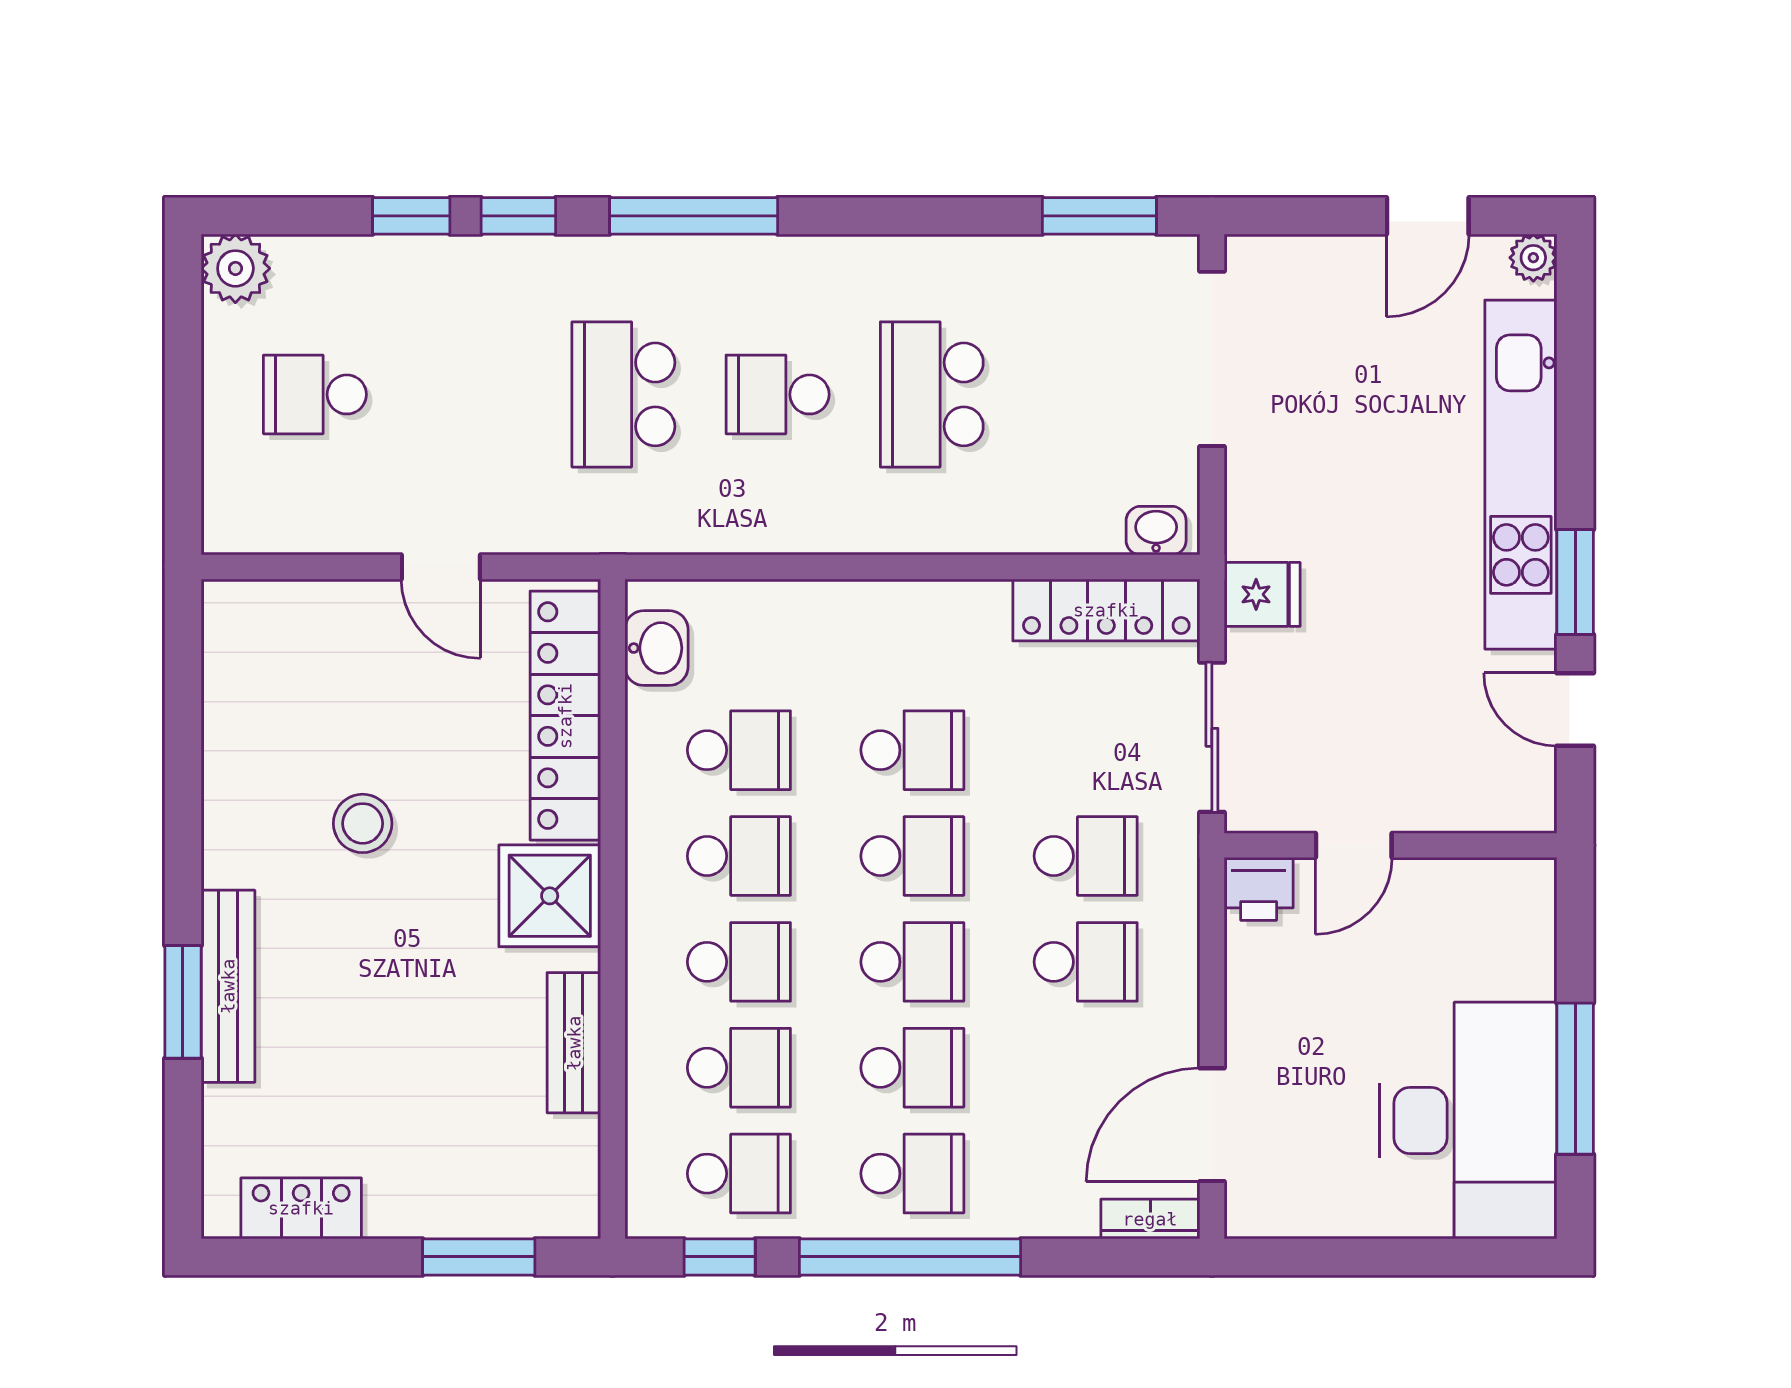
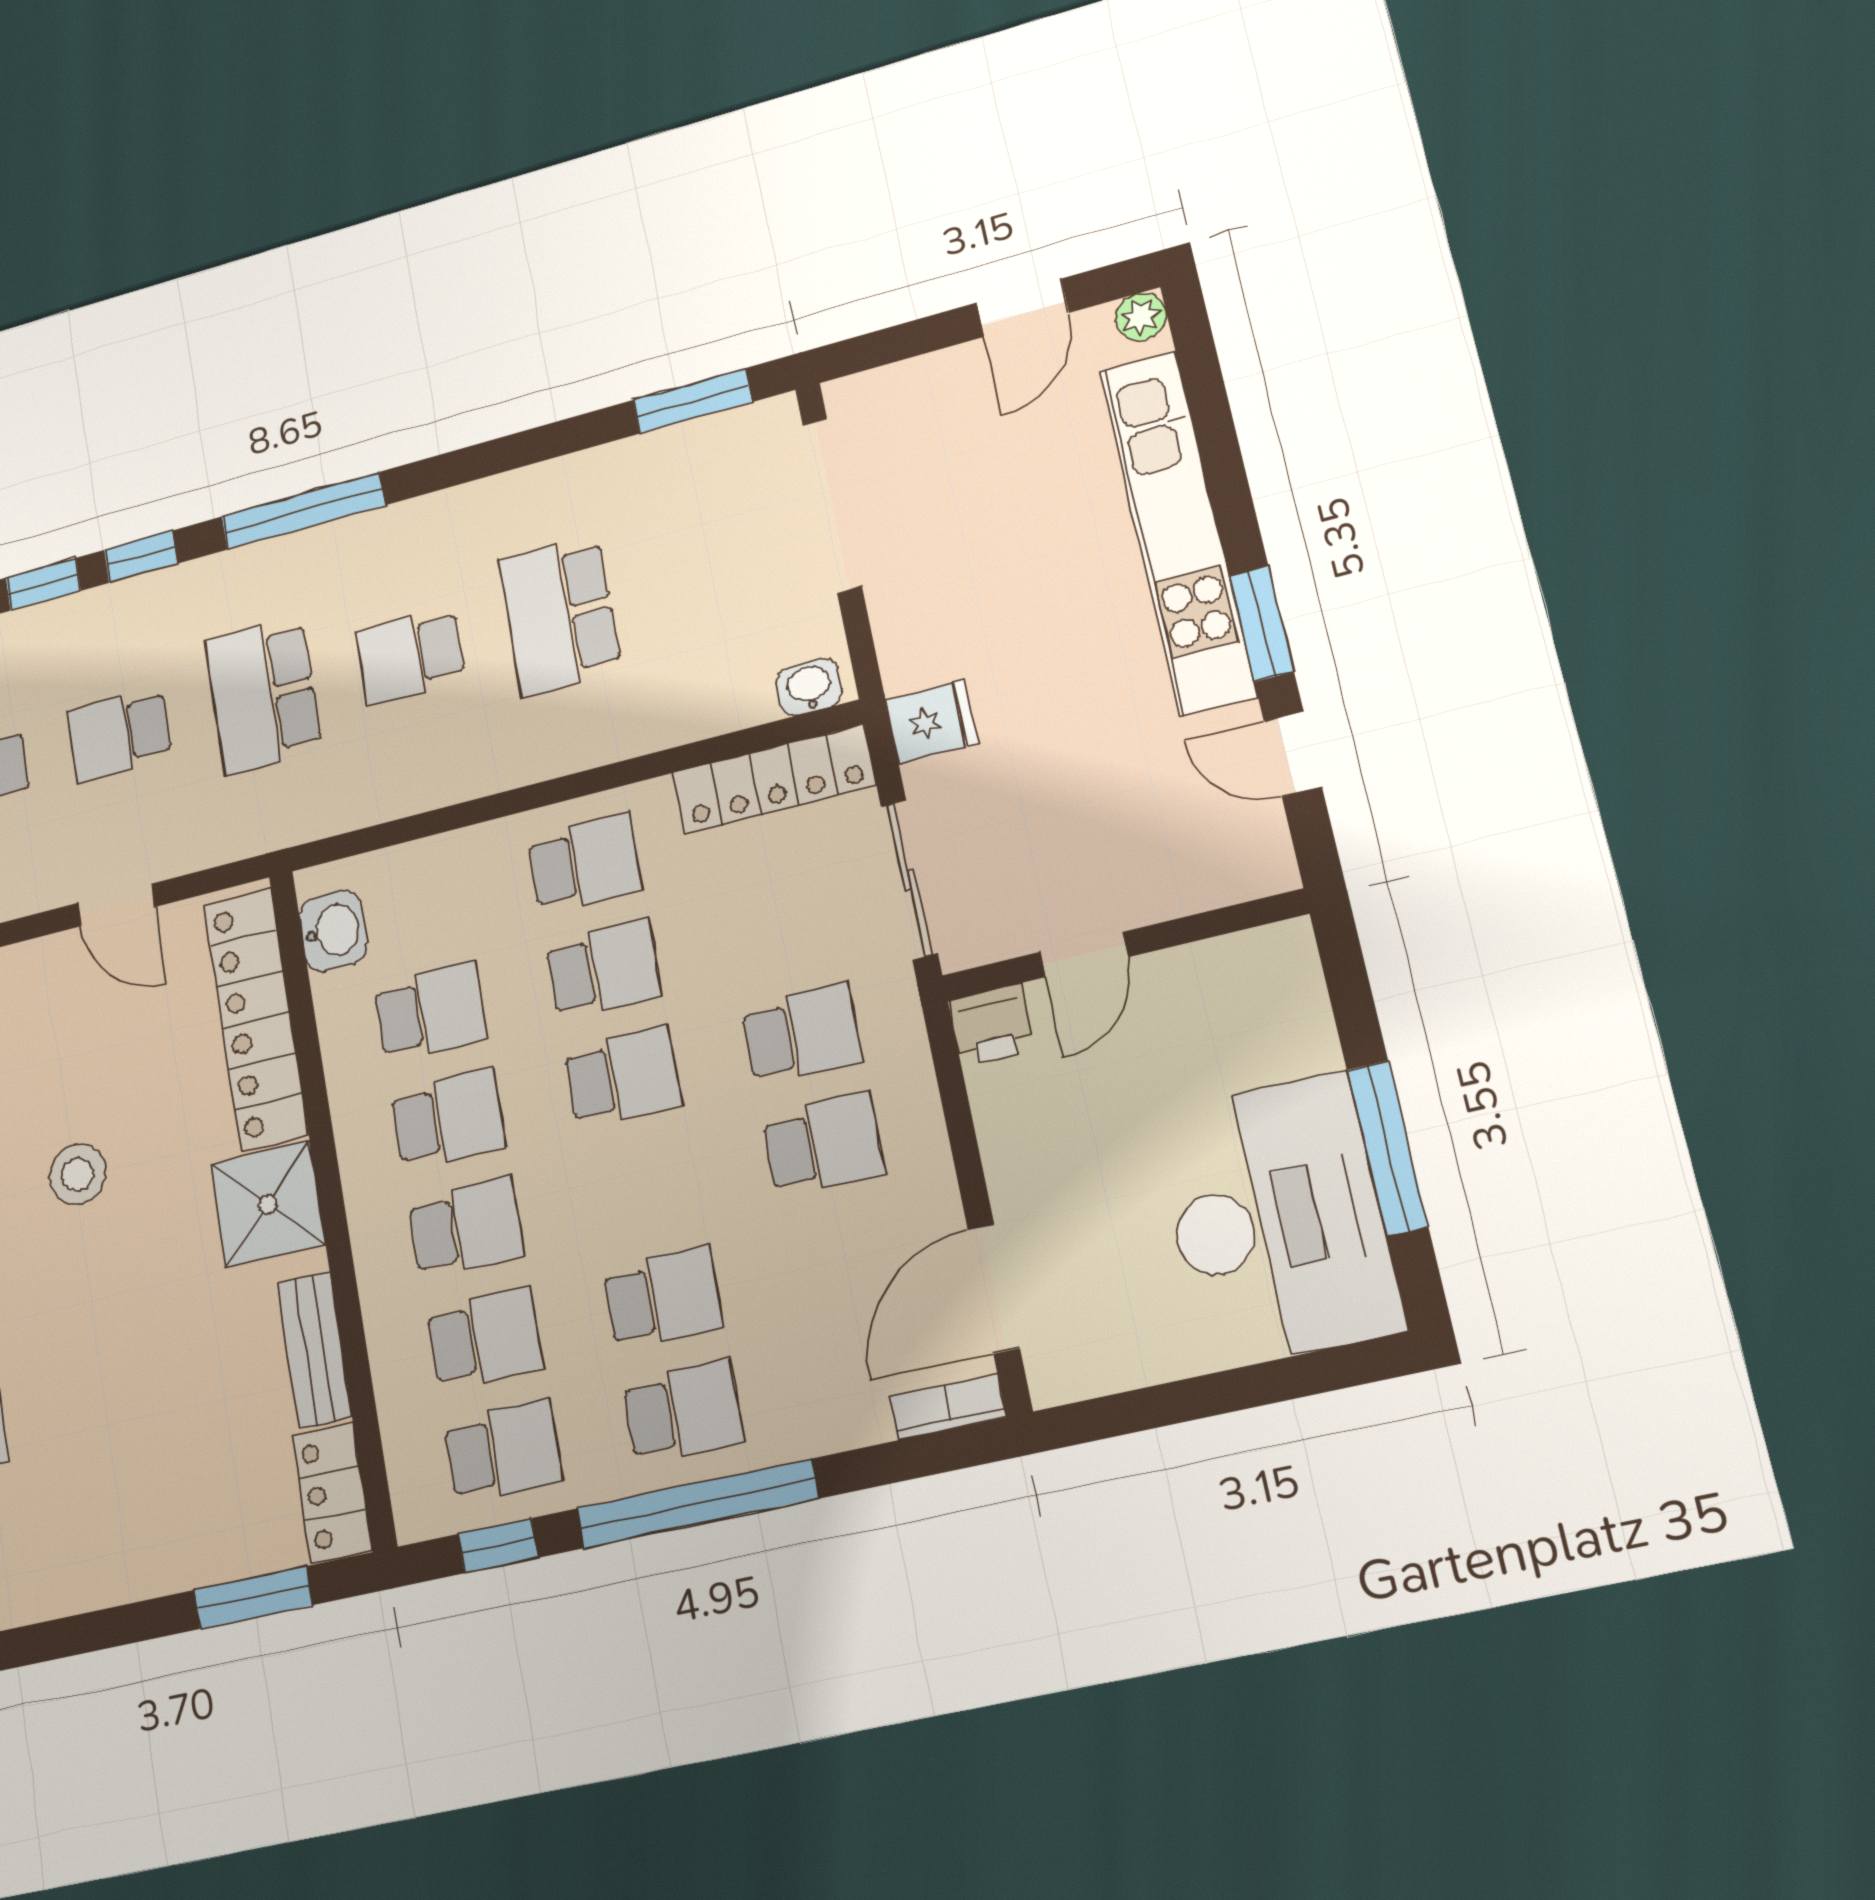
school desk: (469, 394) -> (119, 734), added
school desk: (912, 962) -> (584, 863), moved
locker: (301, 1208) -> (332, 1493), moved, turned -90

